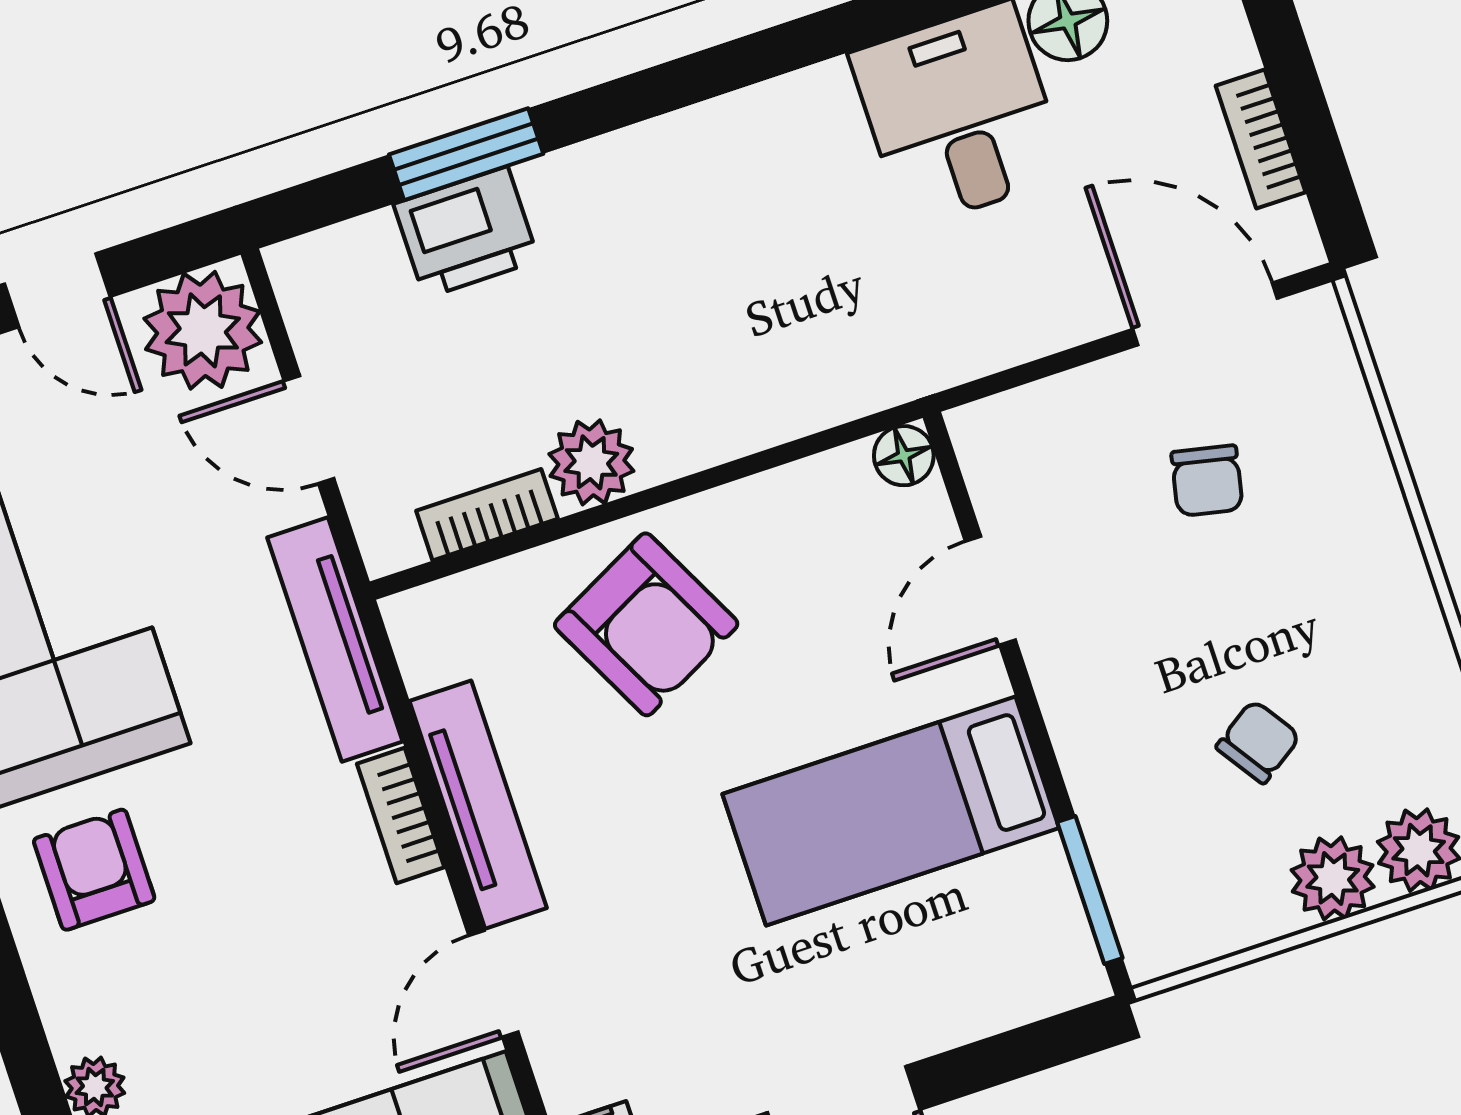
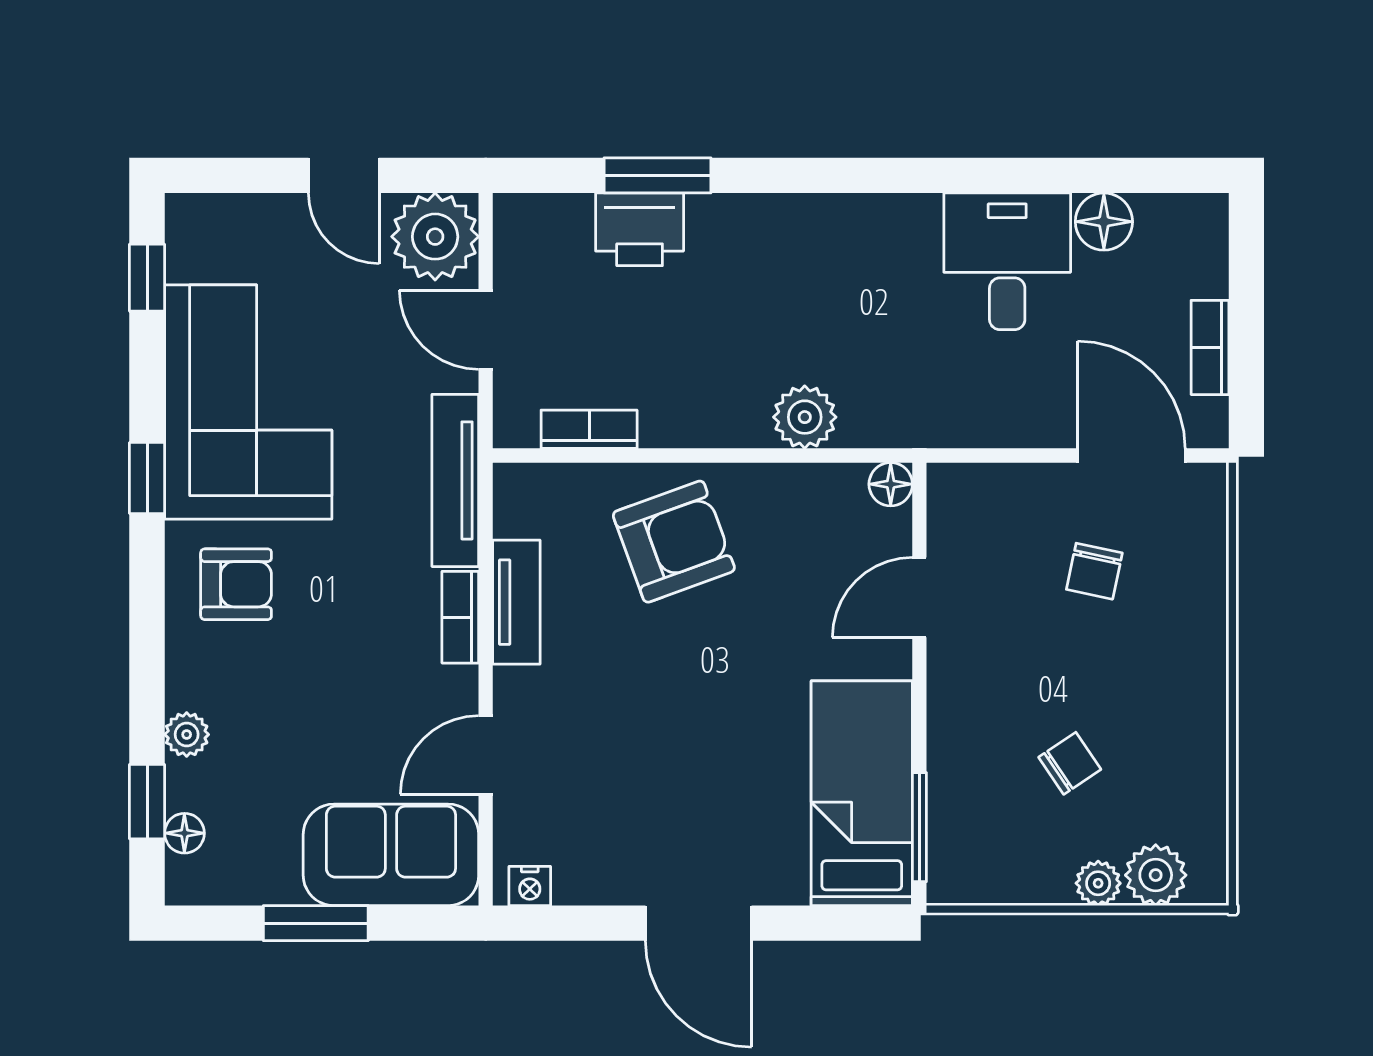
plant: (591, 462) -> (805, 417), moved
armchair: (646, 624) -> (674, 542), turned -83
tv unit: (478, 805) -> (516, 602), width x0.71
bed: (891, 811) -> (862, 793), moved, turned 90
armchair: (94, 870) -> (236, 584), turned 90
plant: (1333, 878) -> (1098, 883), width x0.73, depth x0.73

